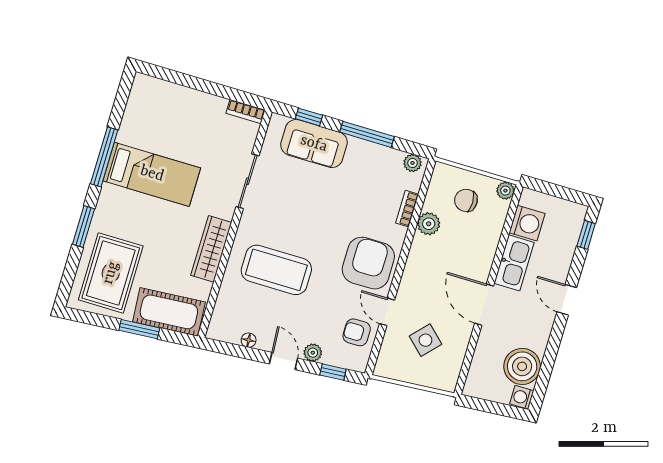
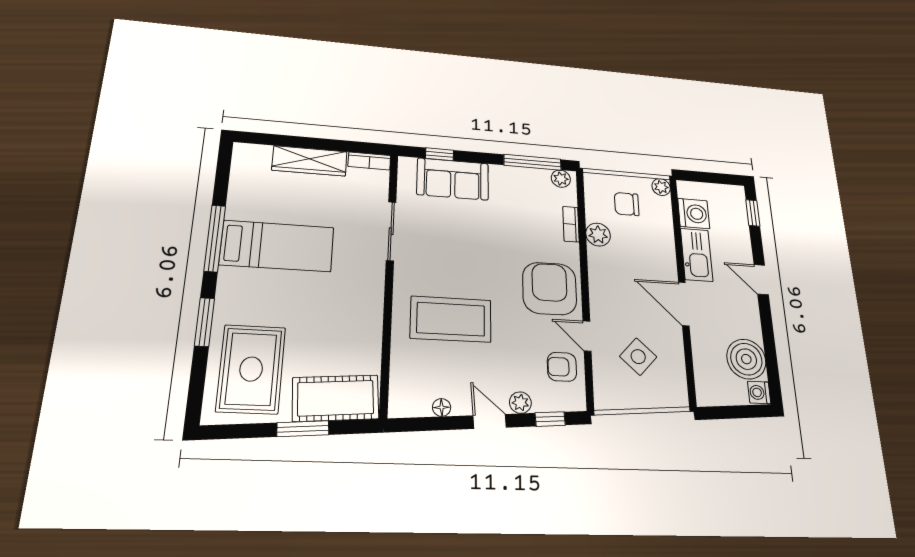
window: (367, 134) -> (533, 162), moved
wardrobe: (211, 249) -> (310, 161), moved, turned -90

